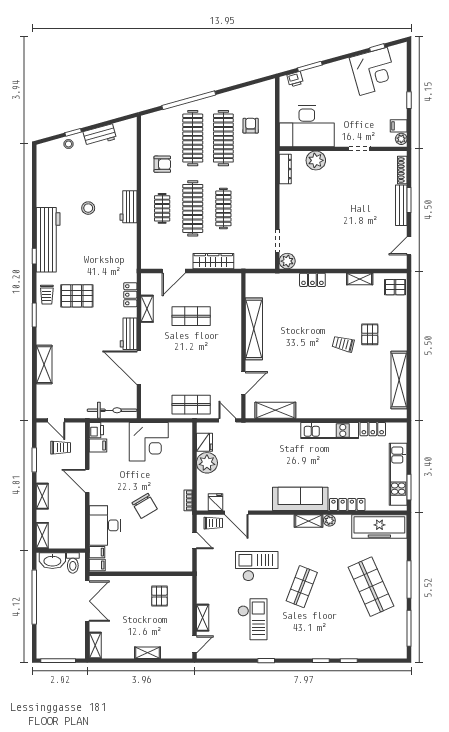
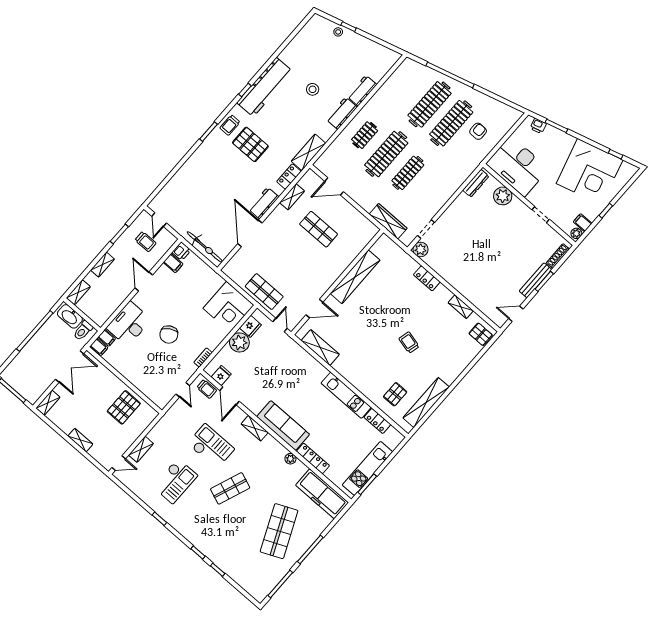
corner desk: (373, 71) -> (590, 172), width x1.36, depth x1.36
workbench: (100, 135) -> (362, 91), moved, turned 106
armchair: (162, 164) -> (392, 104), removed
wardrobe: (213, 261) -> (388, 221), moved
pallet: (370, 334) -> (395, 394), moved
shelving: (44, 365) -> (308, 152), moved
corner desk: (149, 442) -> (228, 307), moved
shelving: (308, 521) -> (255, 428), moved
pallet: (159, 596) -> (124, 407), width x1.50, depth x1.42

